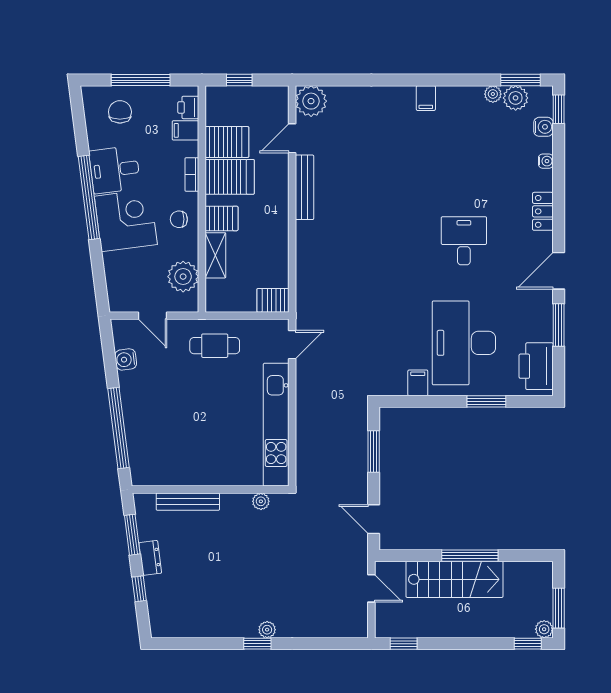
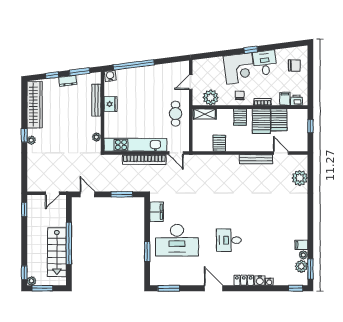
window: (141, 80) -> (310, 76), removed
filing cabinet: (426, 98) -> (301, 245), moved
plant: (311, 101) -> (300, 178), moved
water cooler: (543, 127) -> (260, 281), moved
window: (89, 197) -> (251, 50), width x0.32
desk: (464, 241) -> (229, 240), turned 180
shelving: (215, 255) -> (205, 114), moved
server rack: (273, 300) -> (219, 143), moved
window: (559, 325) -> (169, 288), moved
desk: (464, 343) -> (177, 240), turned 180
water cooler: (126, 359) -> (110, 76), moved
printer: (536, 366) -> (165, 277), removed
filing cabinet: (418, 383) -> (157, 212), width x2.00
bookcase: (305, 407) -> (144, 160), added
fridge: (196, 474) -> (111, 104), added
door: (374, 519) -> (87, 194), hinge flipped
window: (470, 556) -> (69, 243), width x1.46
stairs: (454, 579) -> (57, 252), moved
wardrobe: (197, 623) -> (35, 105), added

